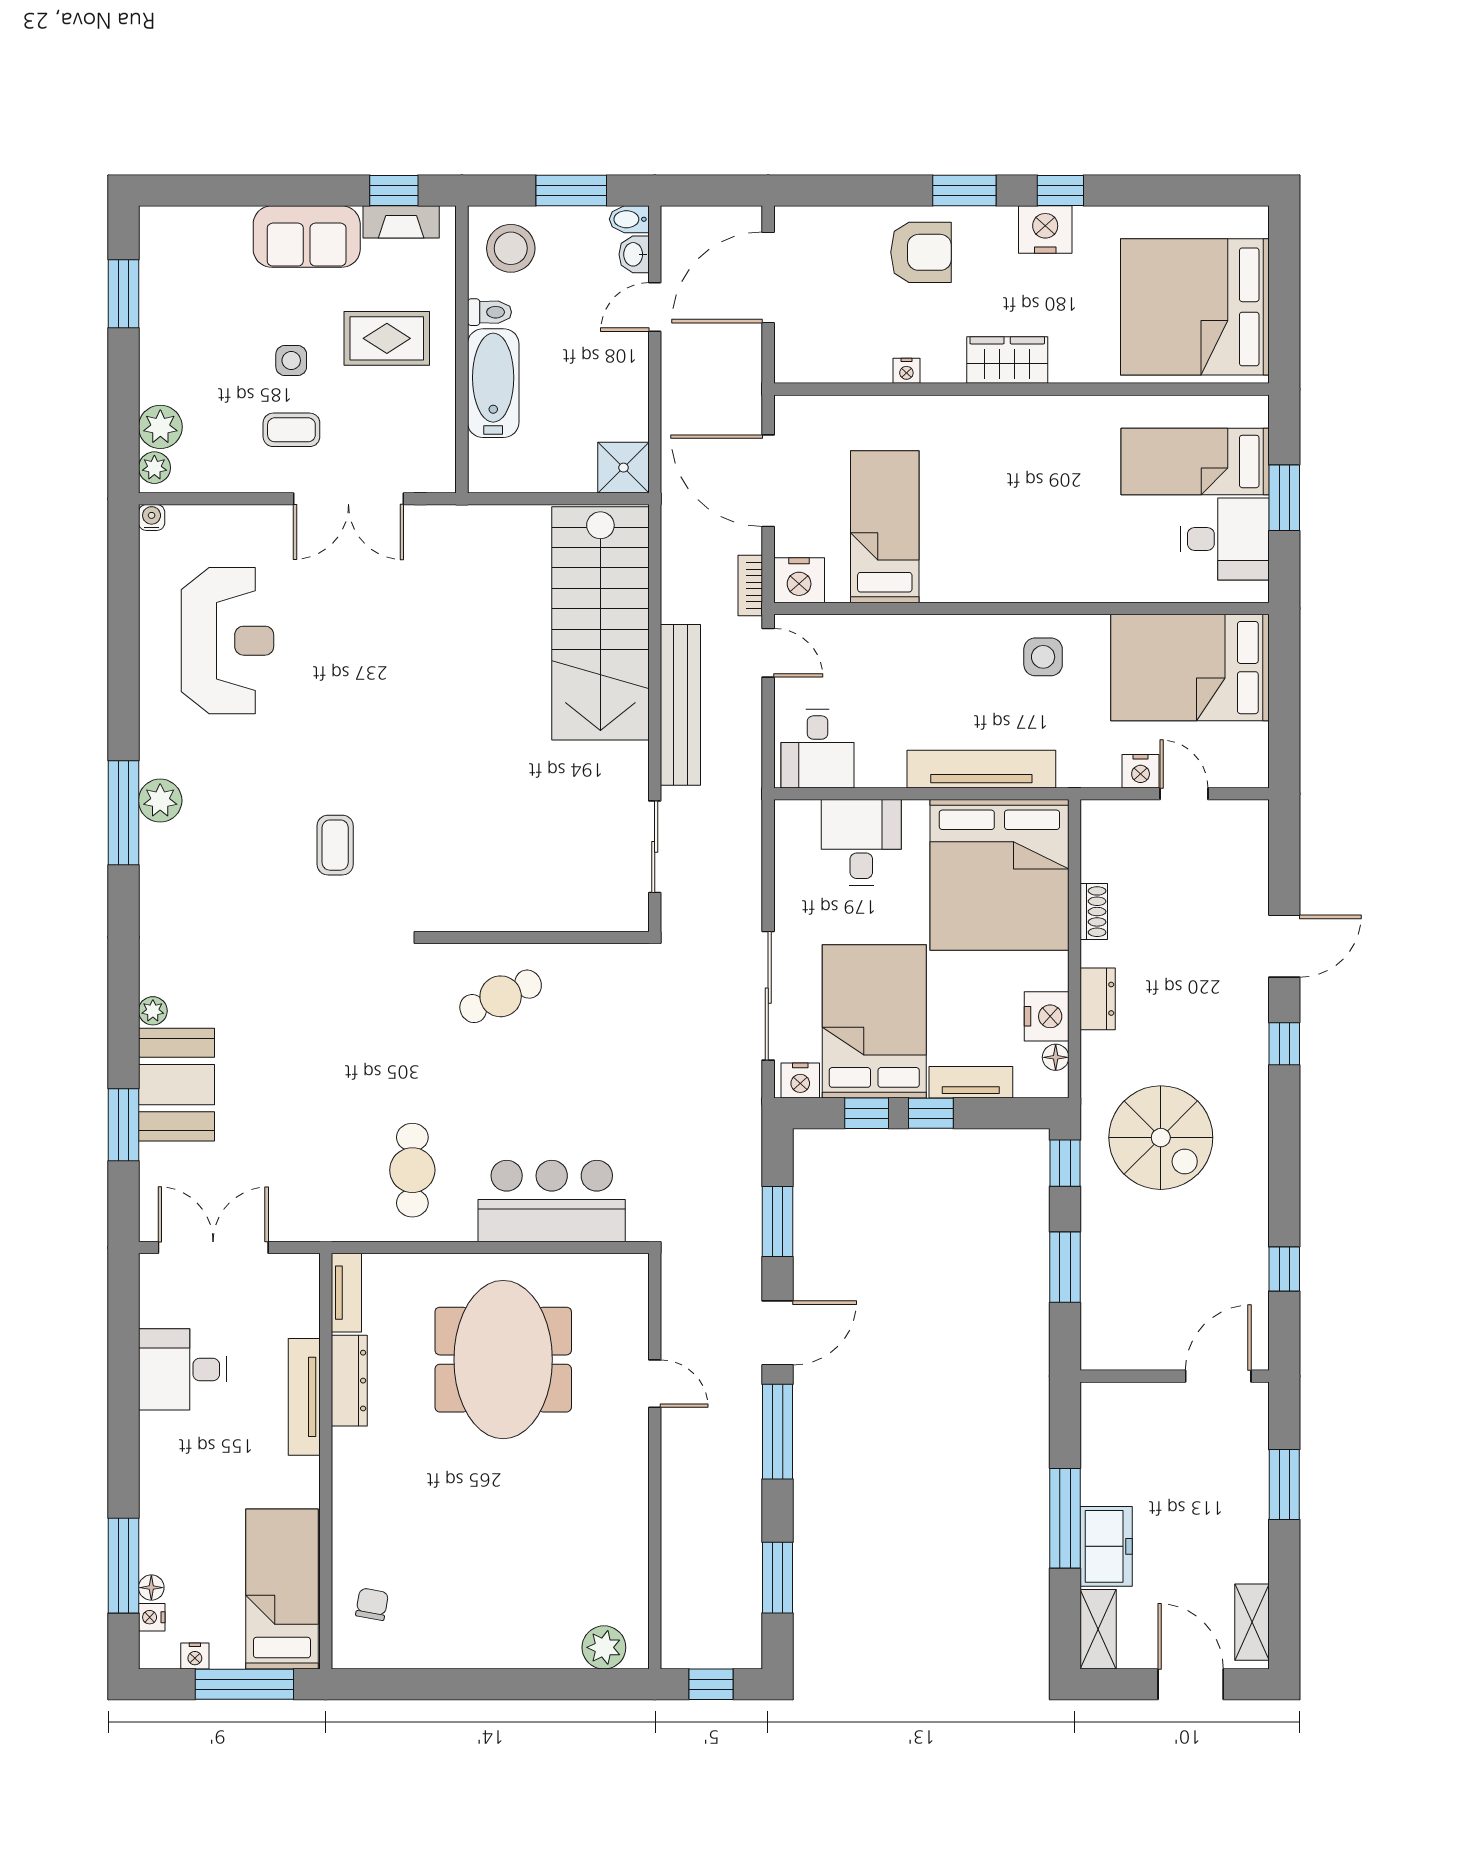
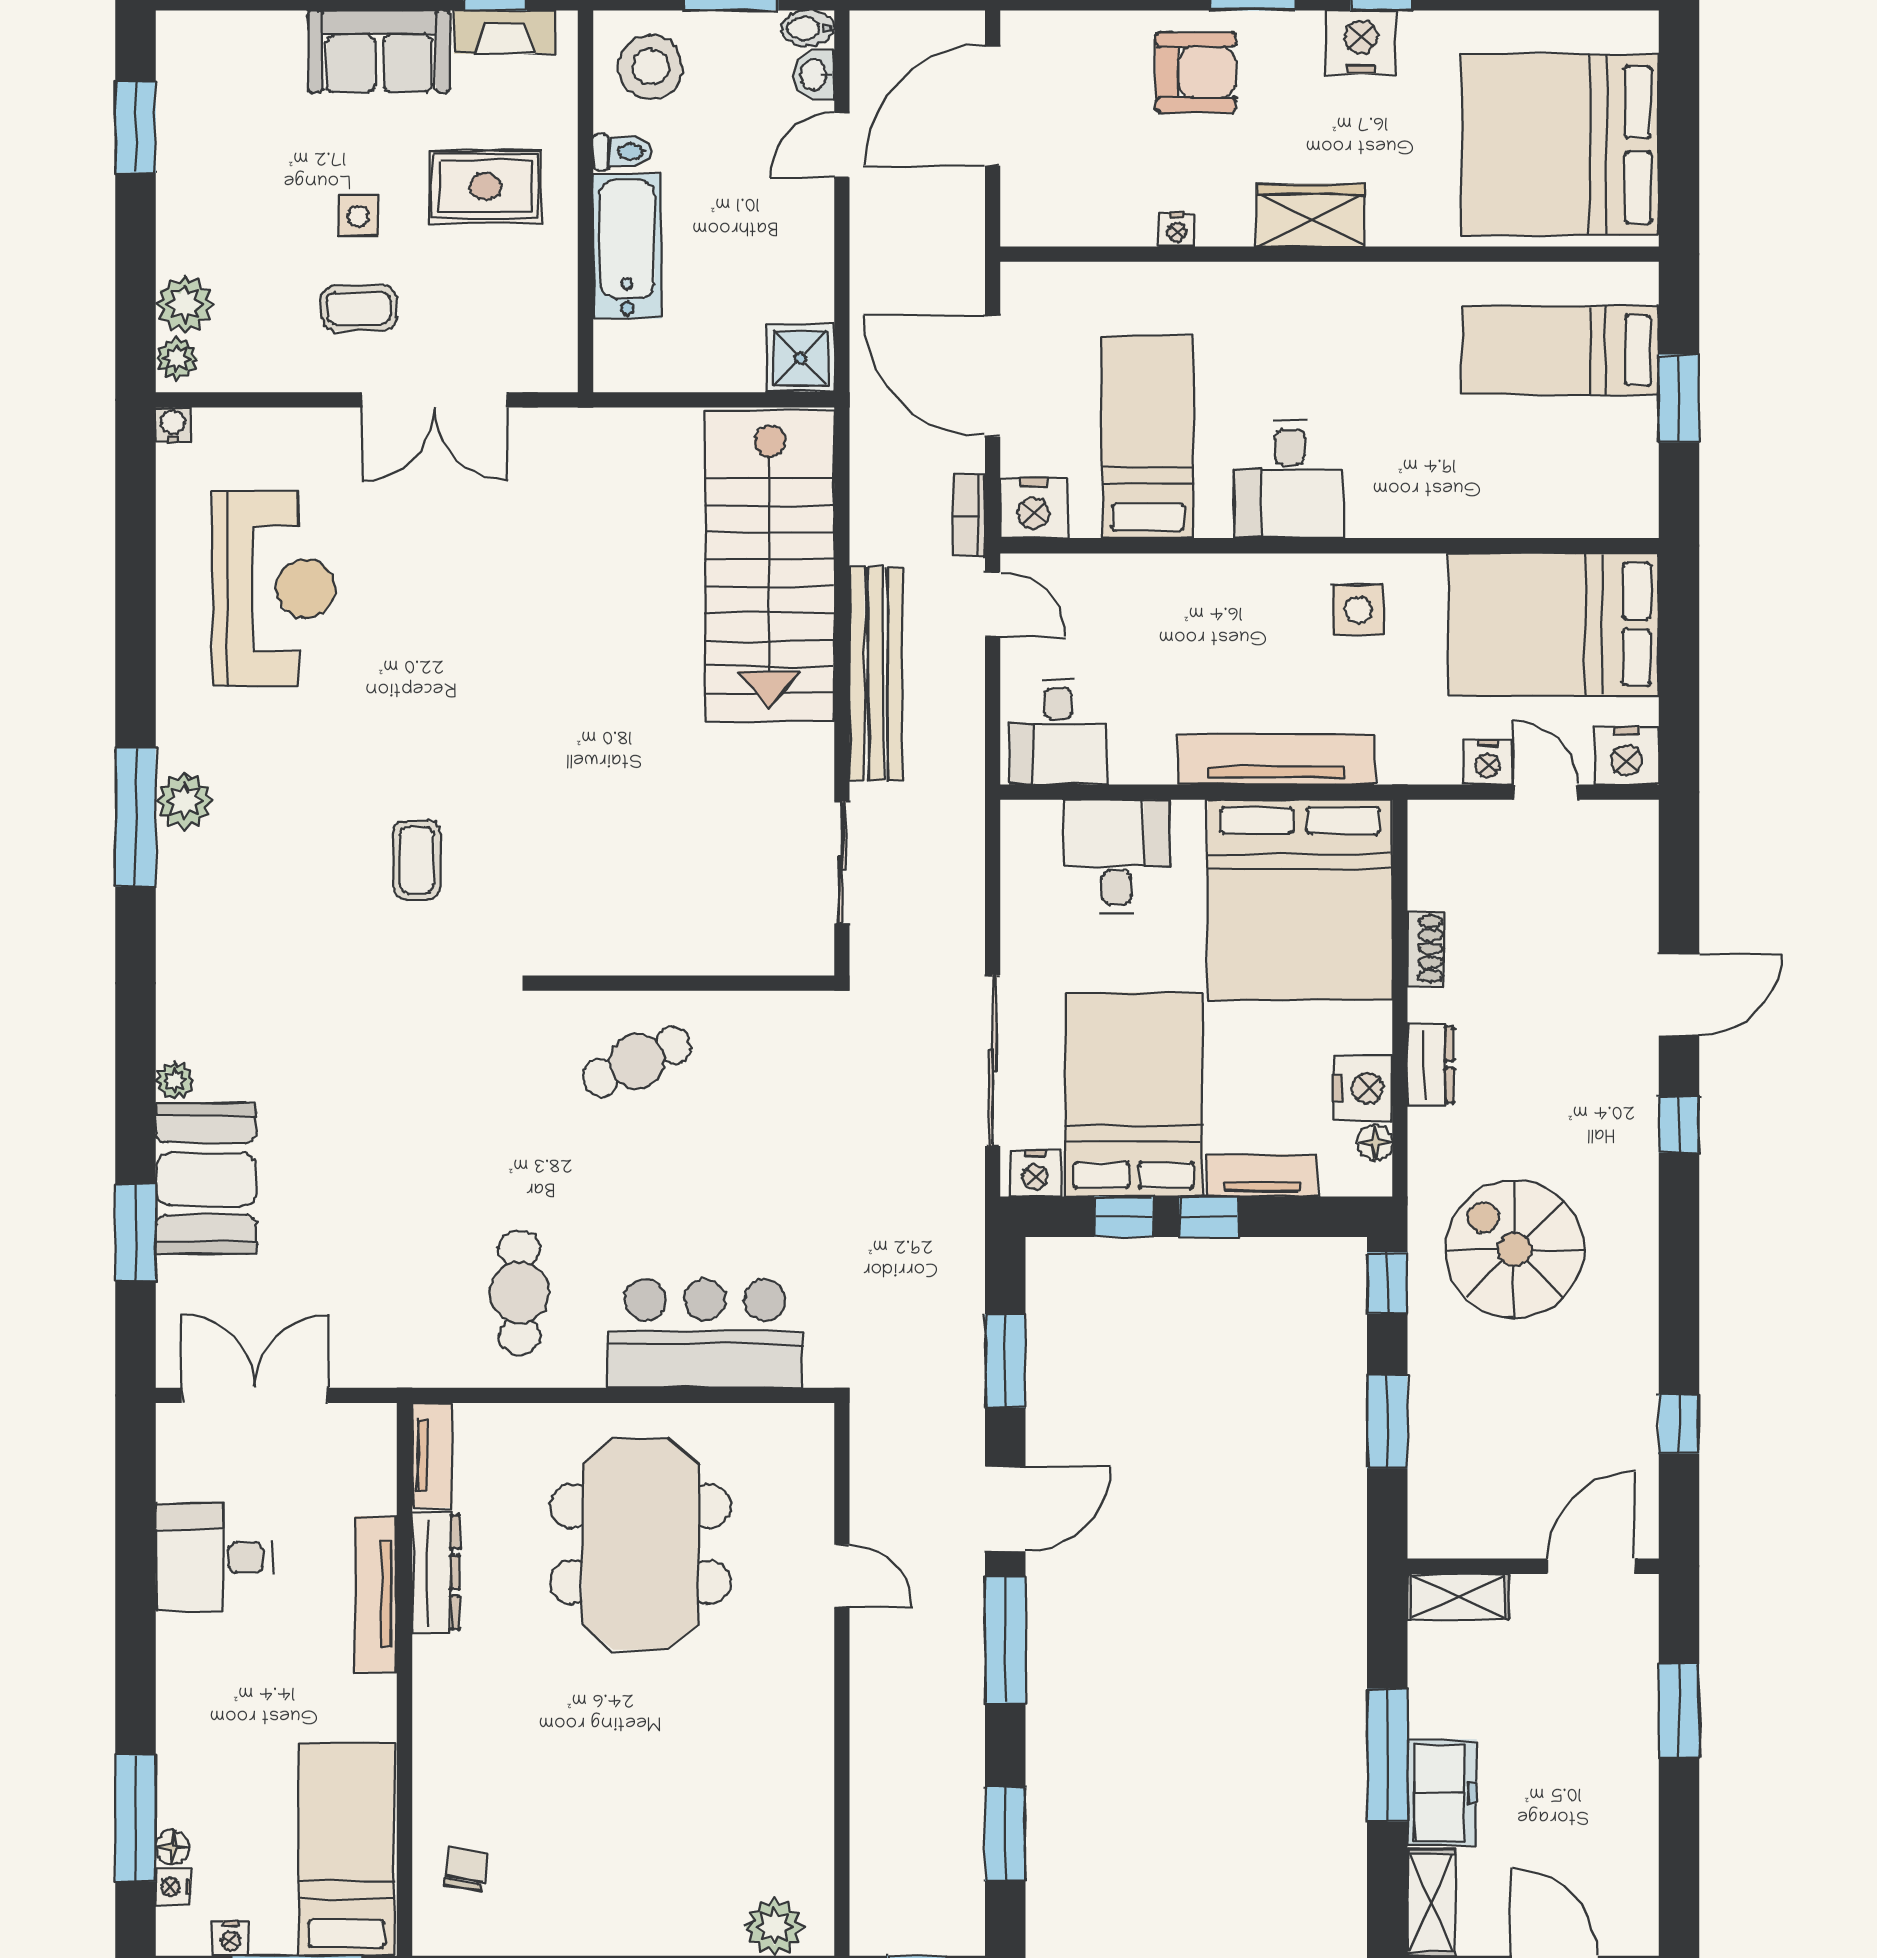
desk: (1225, 539) -> (1289, 479), moved, turned 90
nightstand: (1245, 766) -> (1627, 756), added
spiral stairs: (1161, 1138) -> (1515, 1249), turned 180
shelving: (1252, 1622) -> (1458, 1597), moved, turned 90

